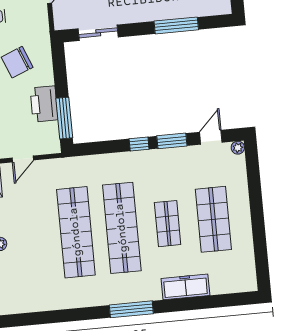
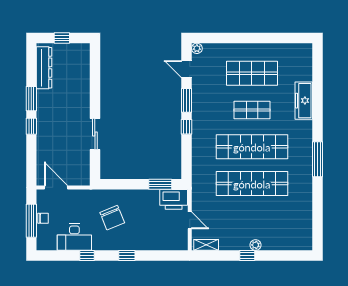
window: (176, 25) -> (95, 88), removed
sliding door: (98, 33) -> (95, 134), moved
printer: (44, 104) -> (174, 199), moved
window: (64, 118) -> (160, 184), width x0.69
window: (131, 309) -> (317, 159), moved

